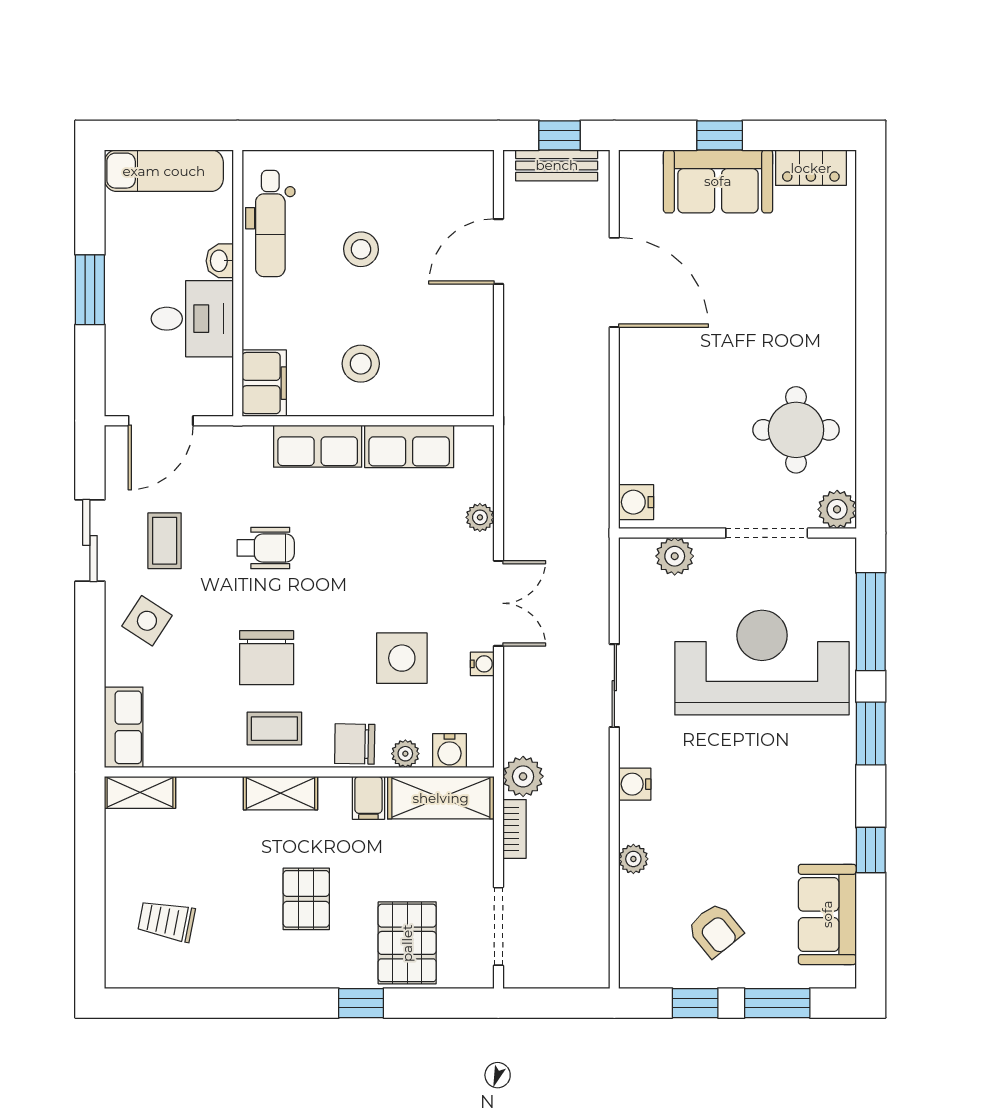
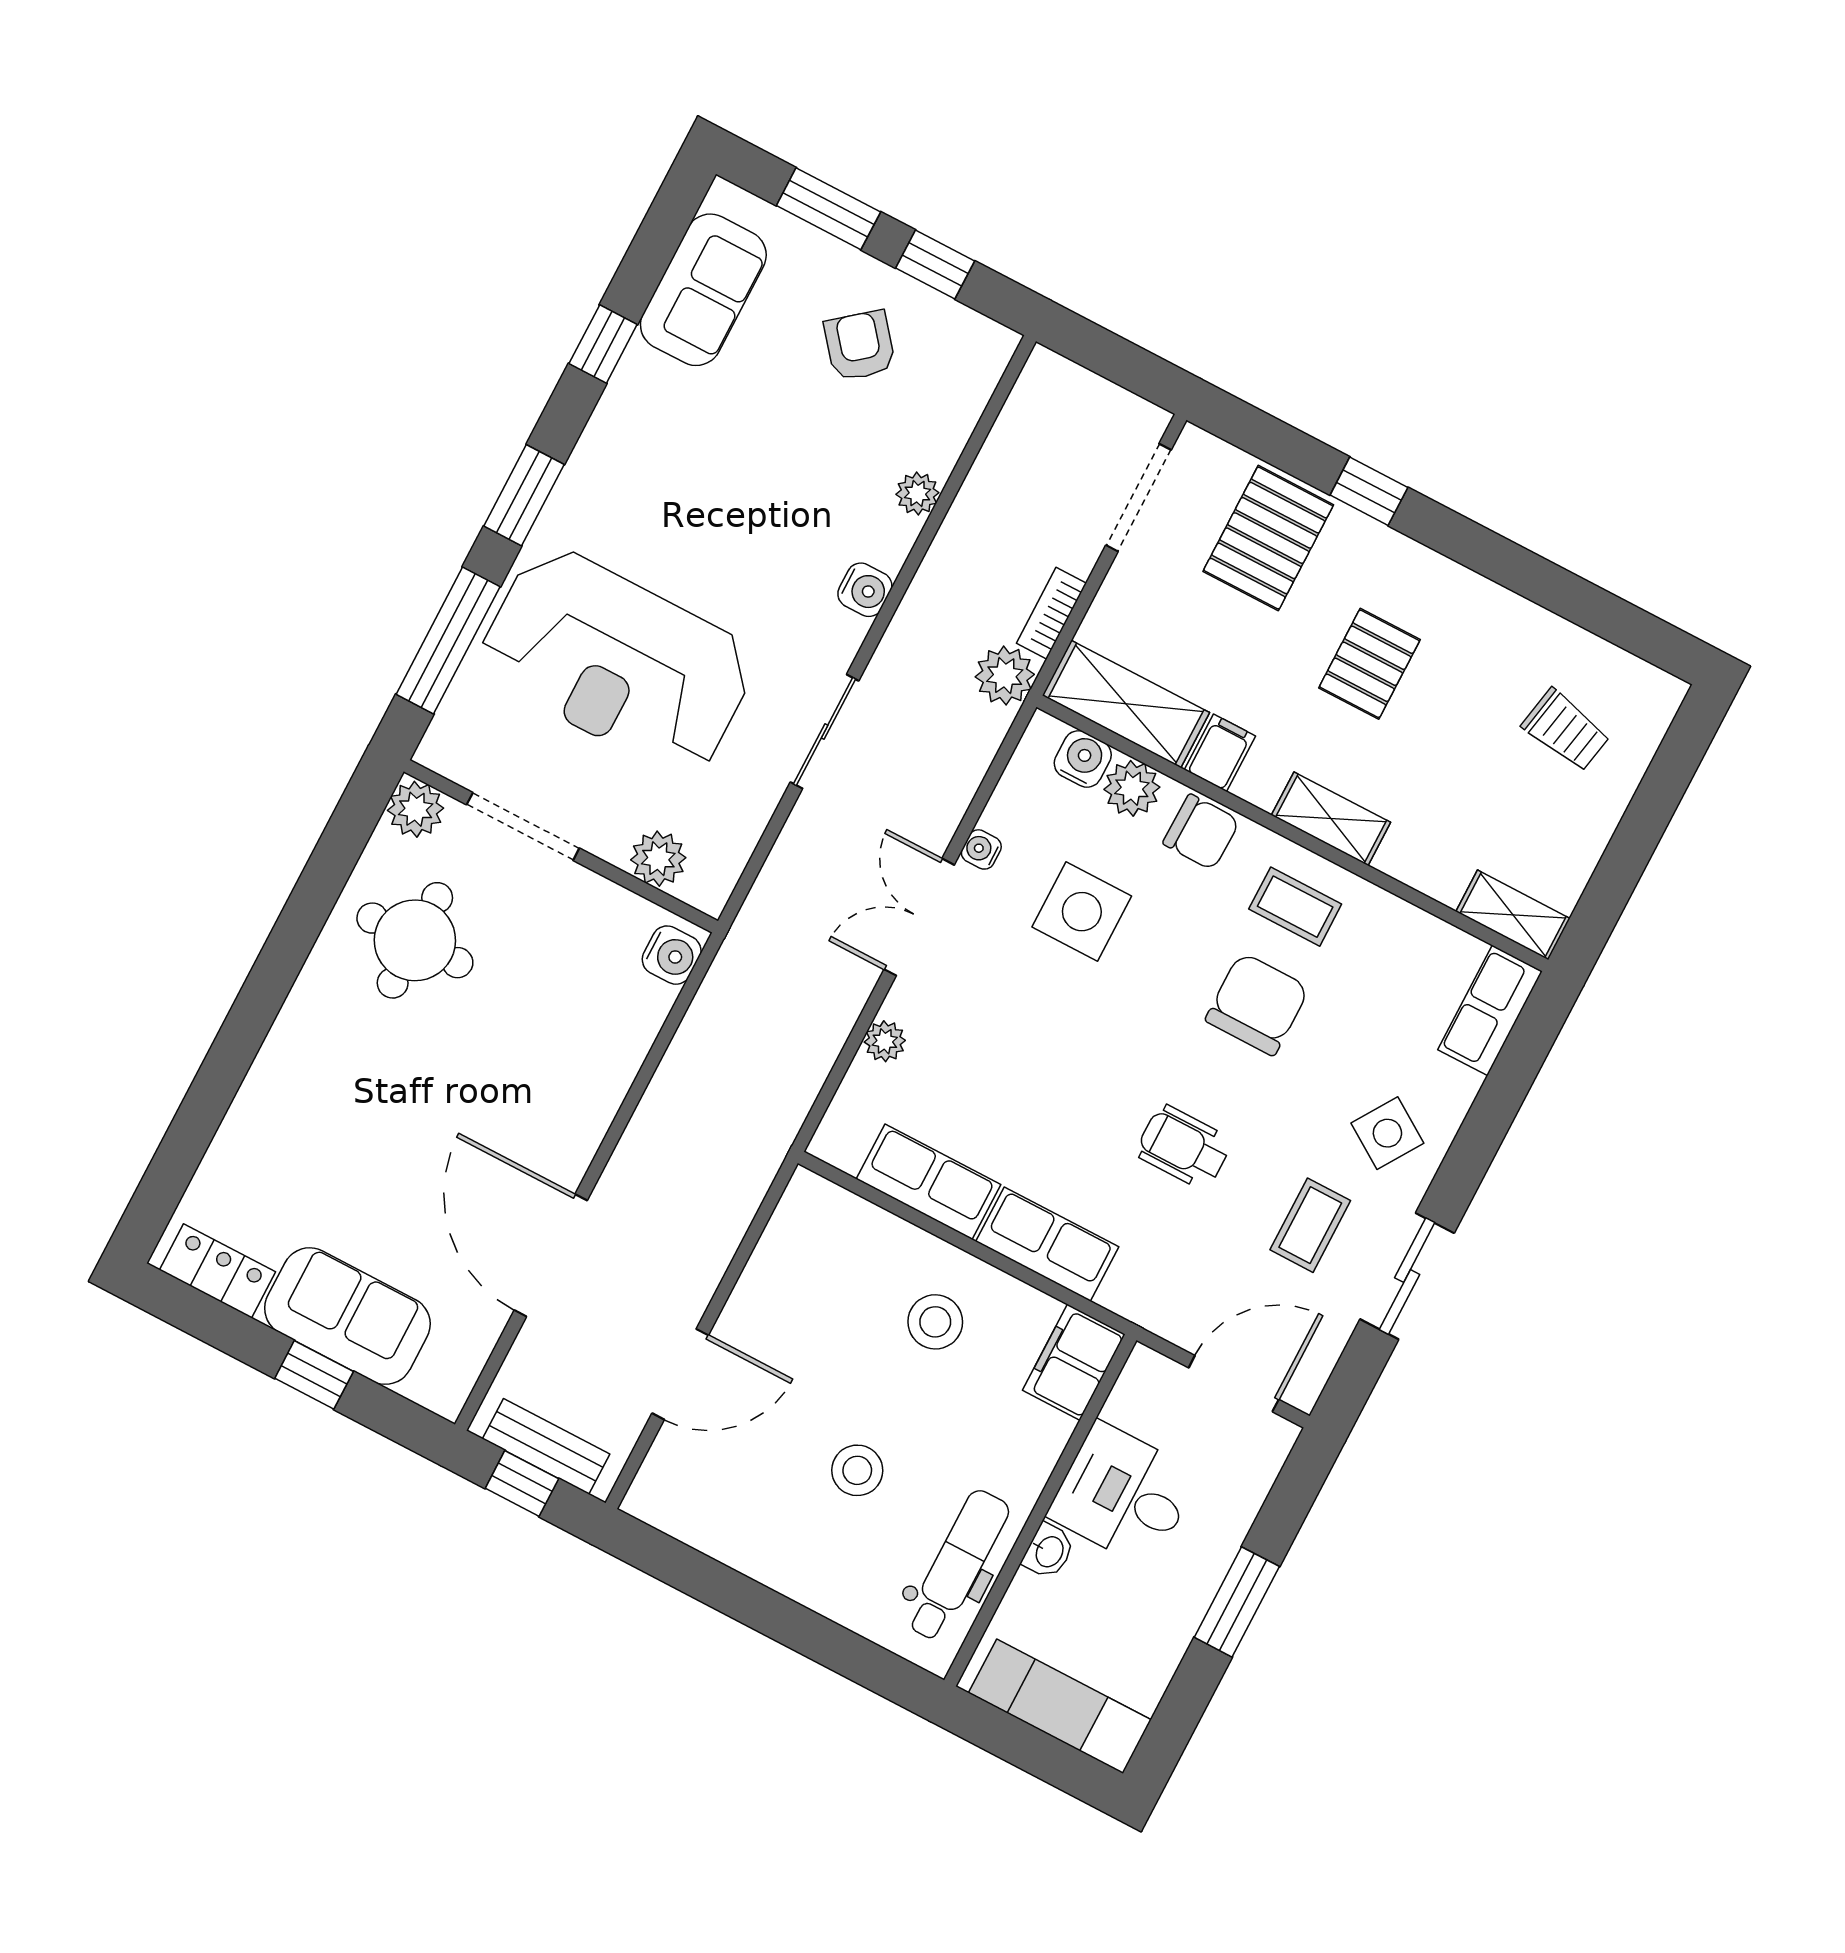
plant: (405, 754) -> (1132, 788), width x1.38, depth x1.38

